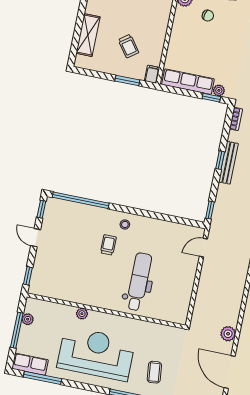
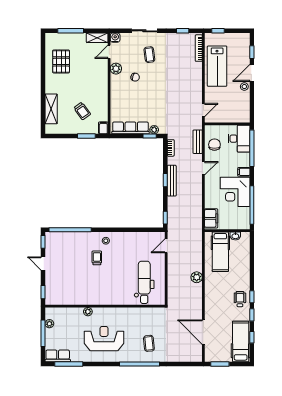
dental chair: (139, 282) -> (144, 282), moved
plant: (228, 334) -> (197, 277), moved
reception desk: (96, 354) -> (104, 339), width x0.74, depth x0.77

